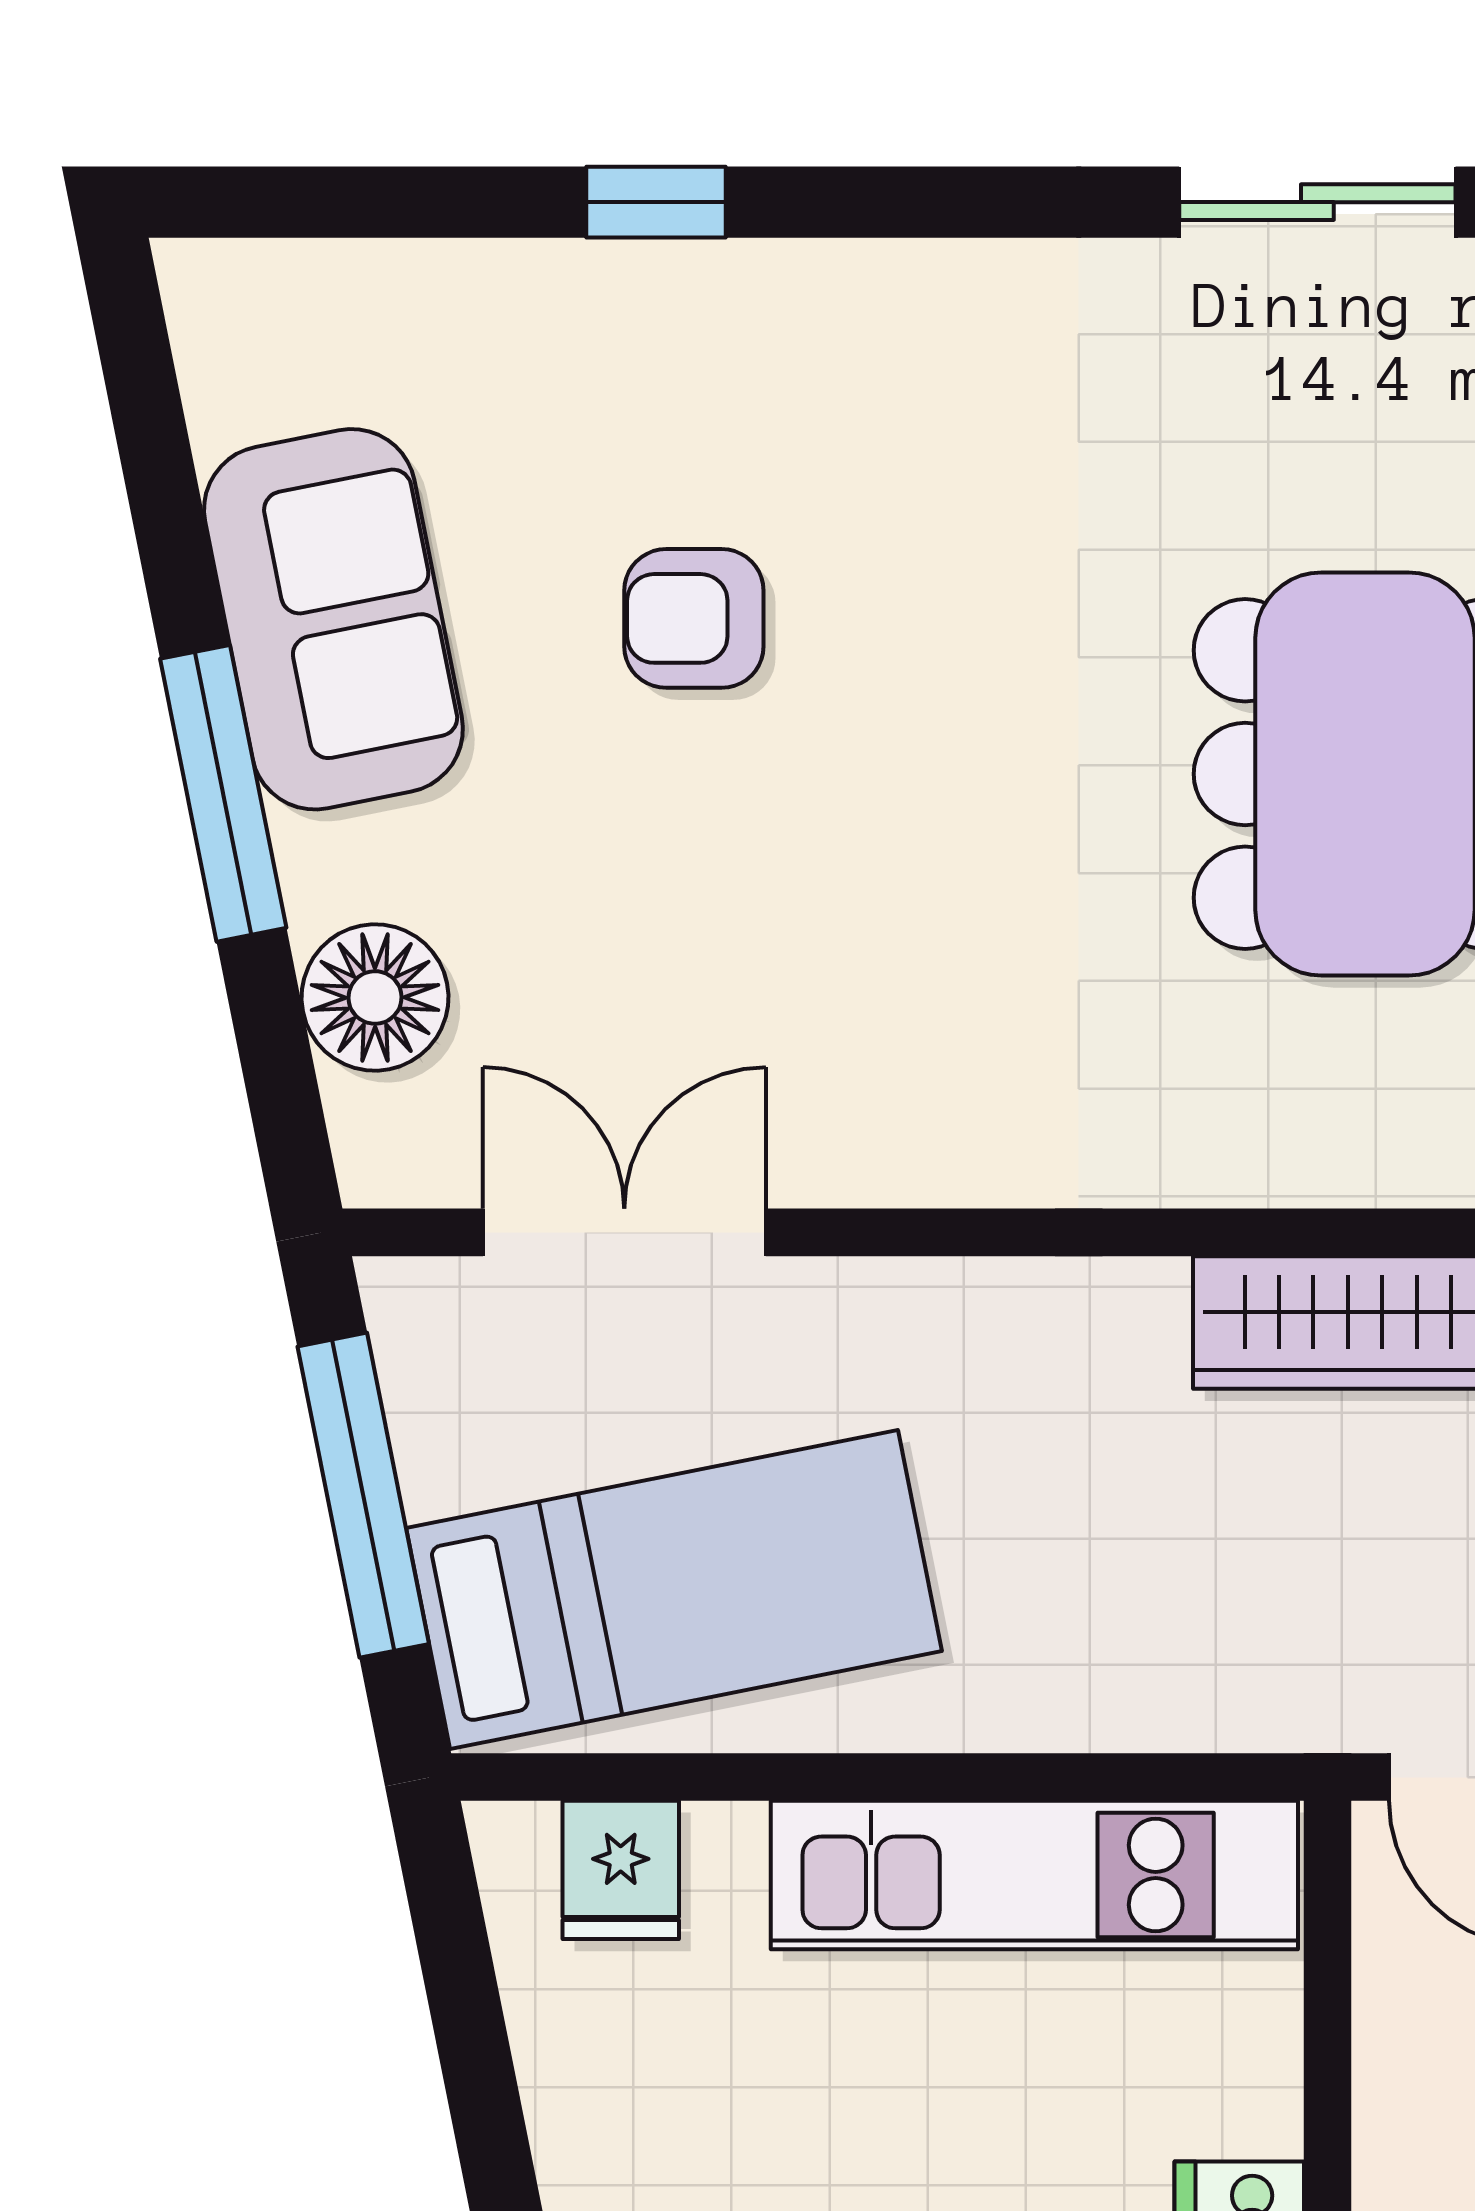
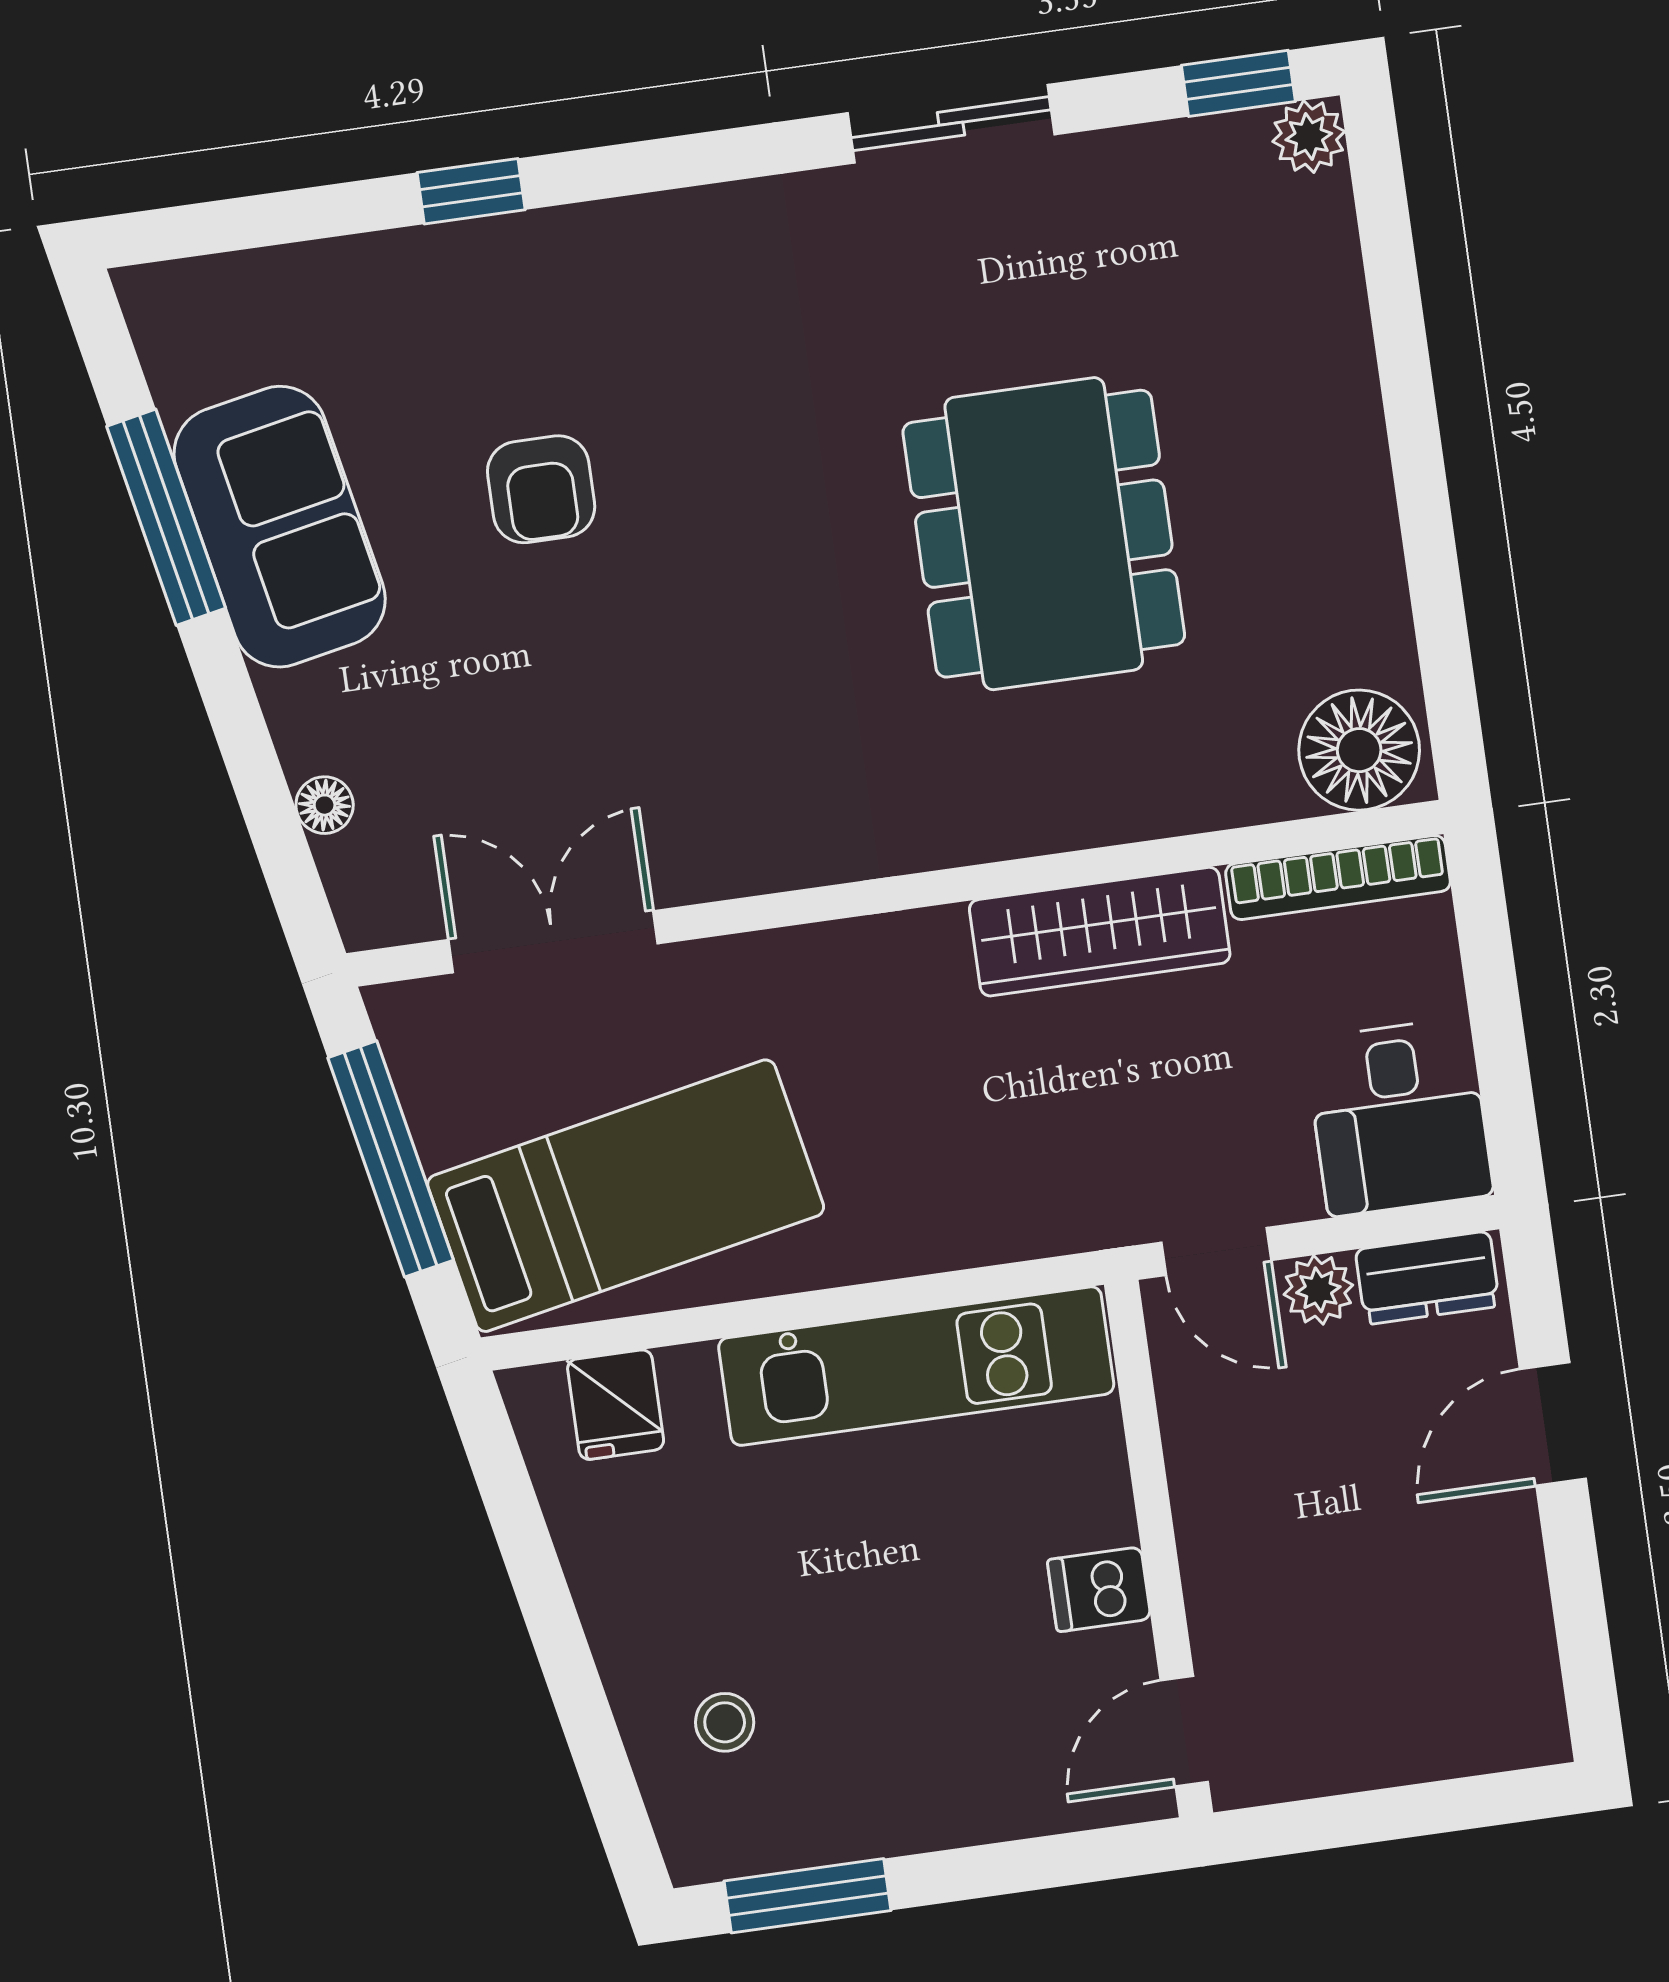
armchair: (694, 618) -> (541, 489), turned -90
window: (223, 793) -> (166, 517), moved
floor lamp: (375, 997) -> (325, 805), width x0.53, depth x0.53

